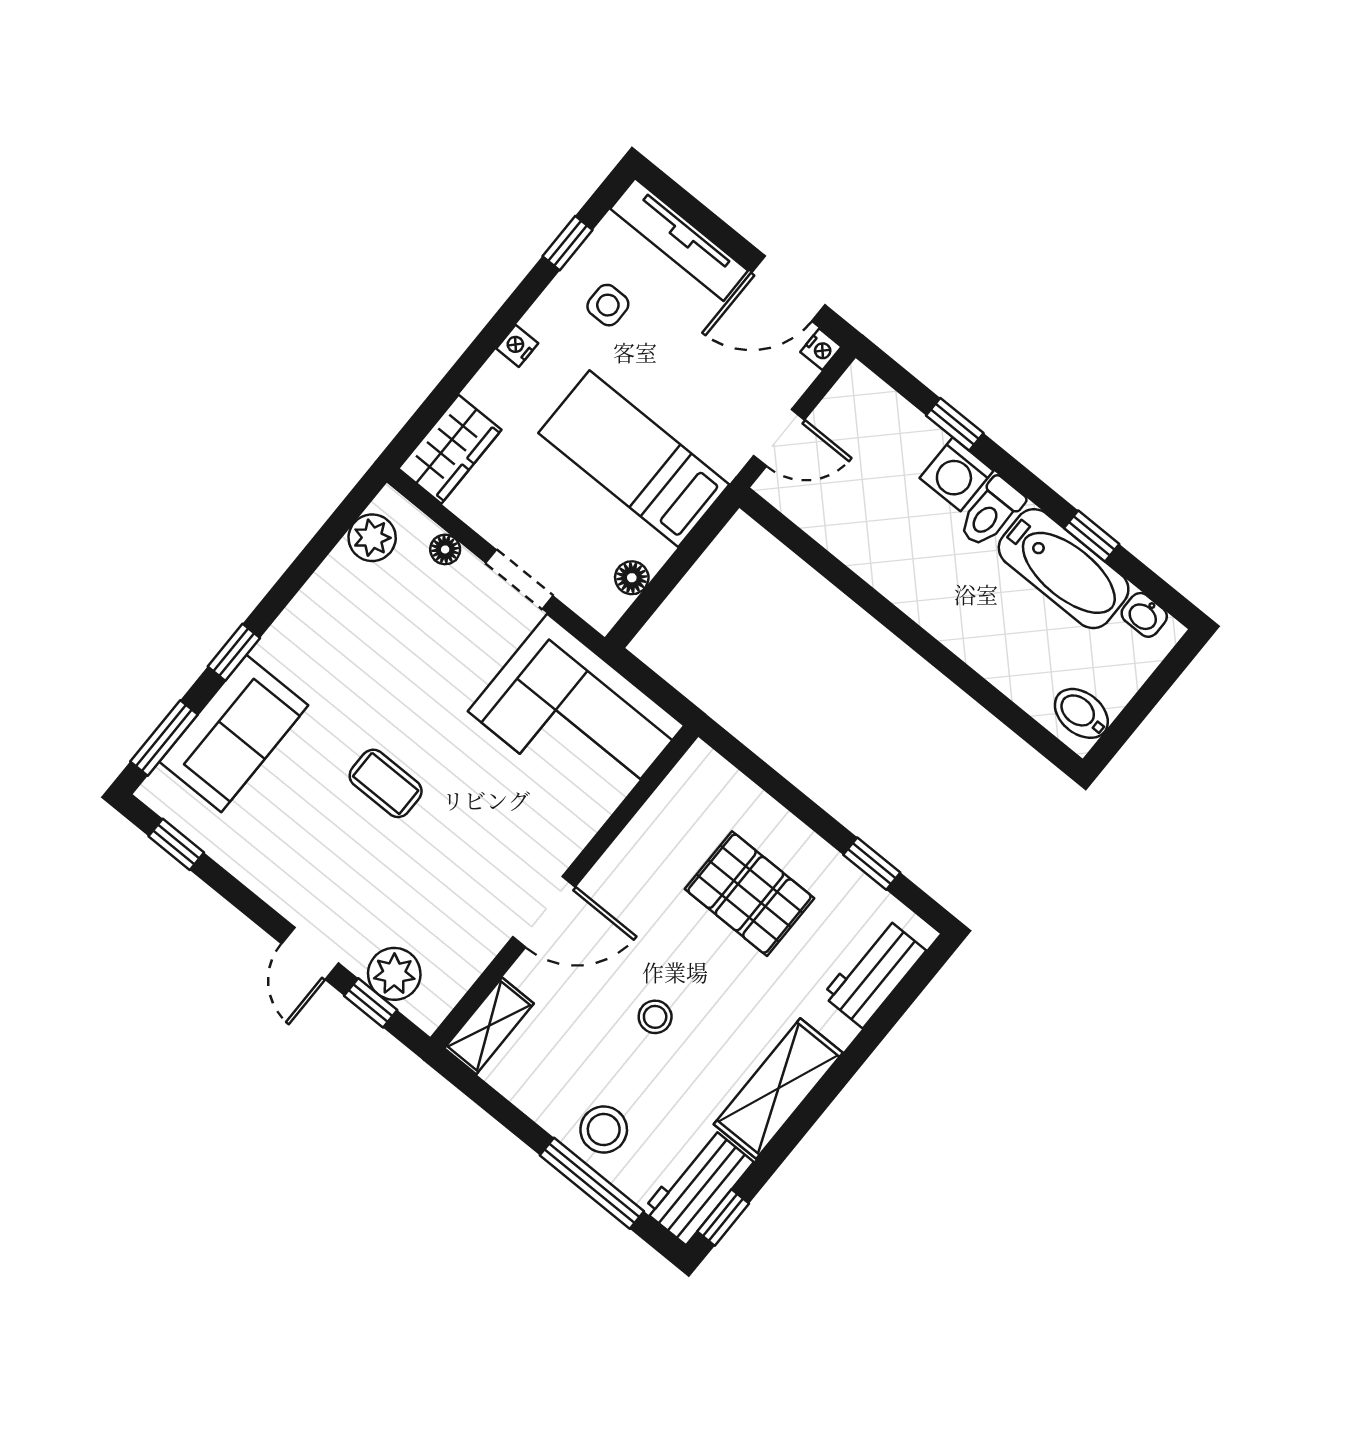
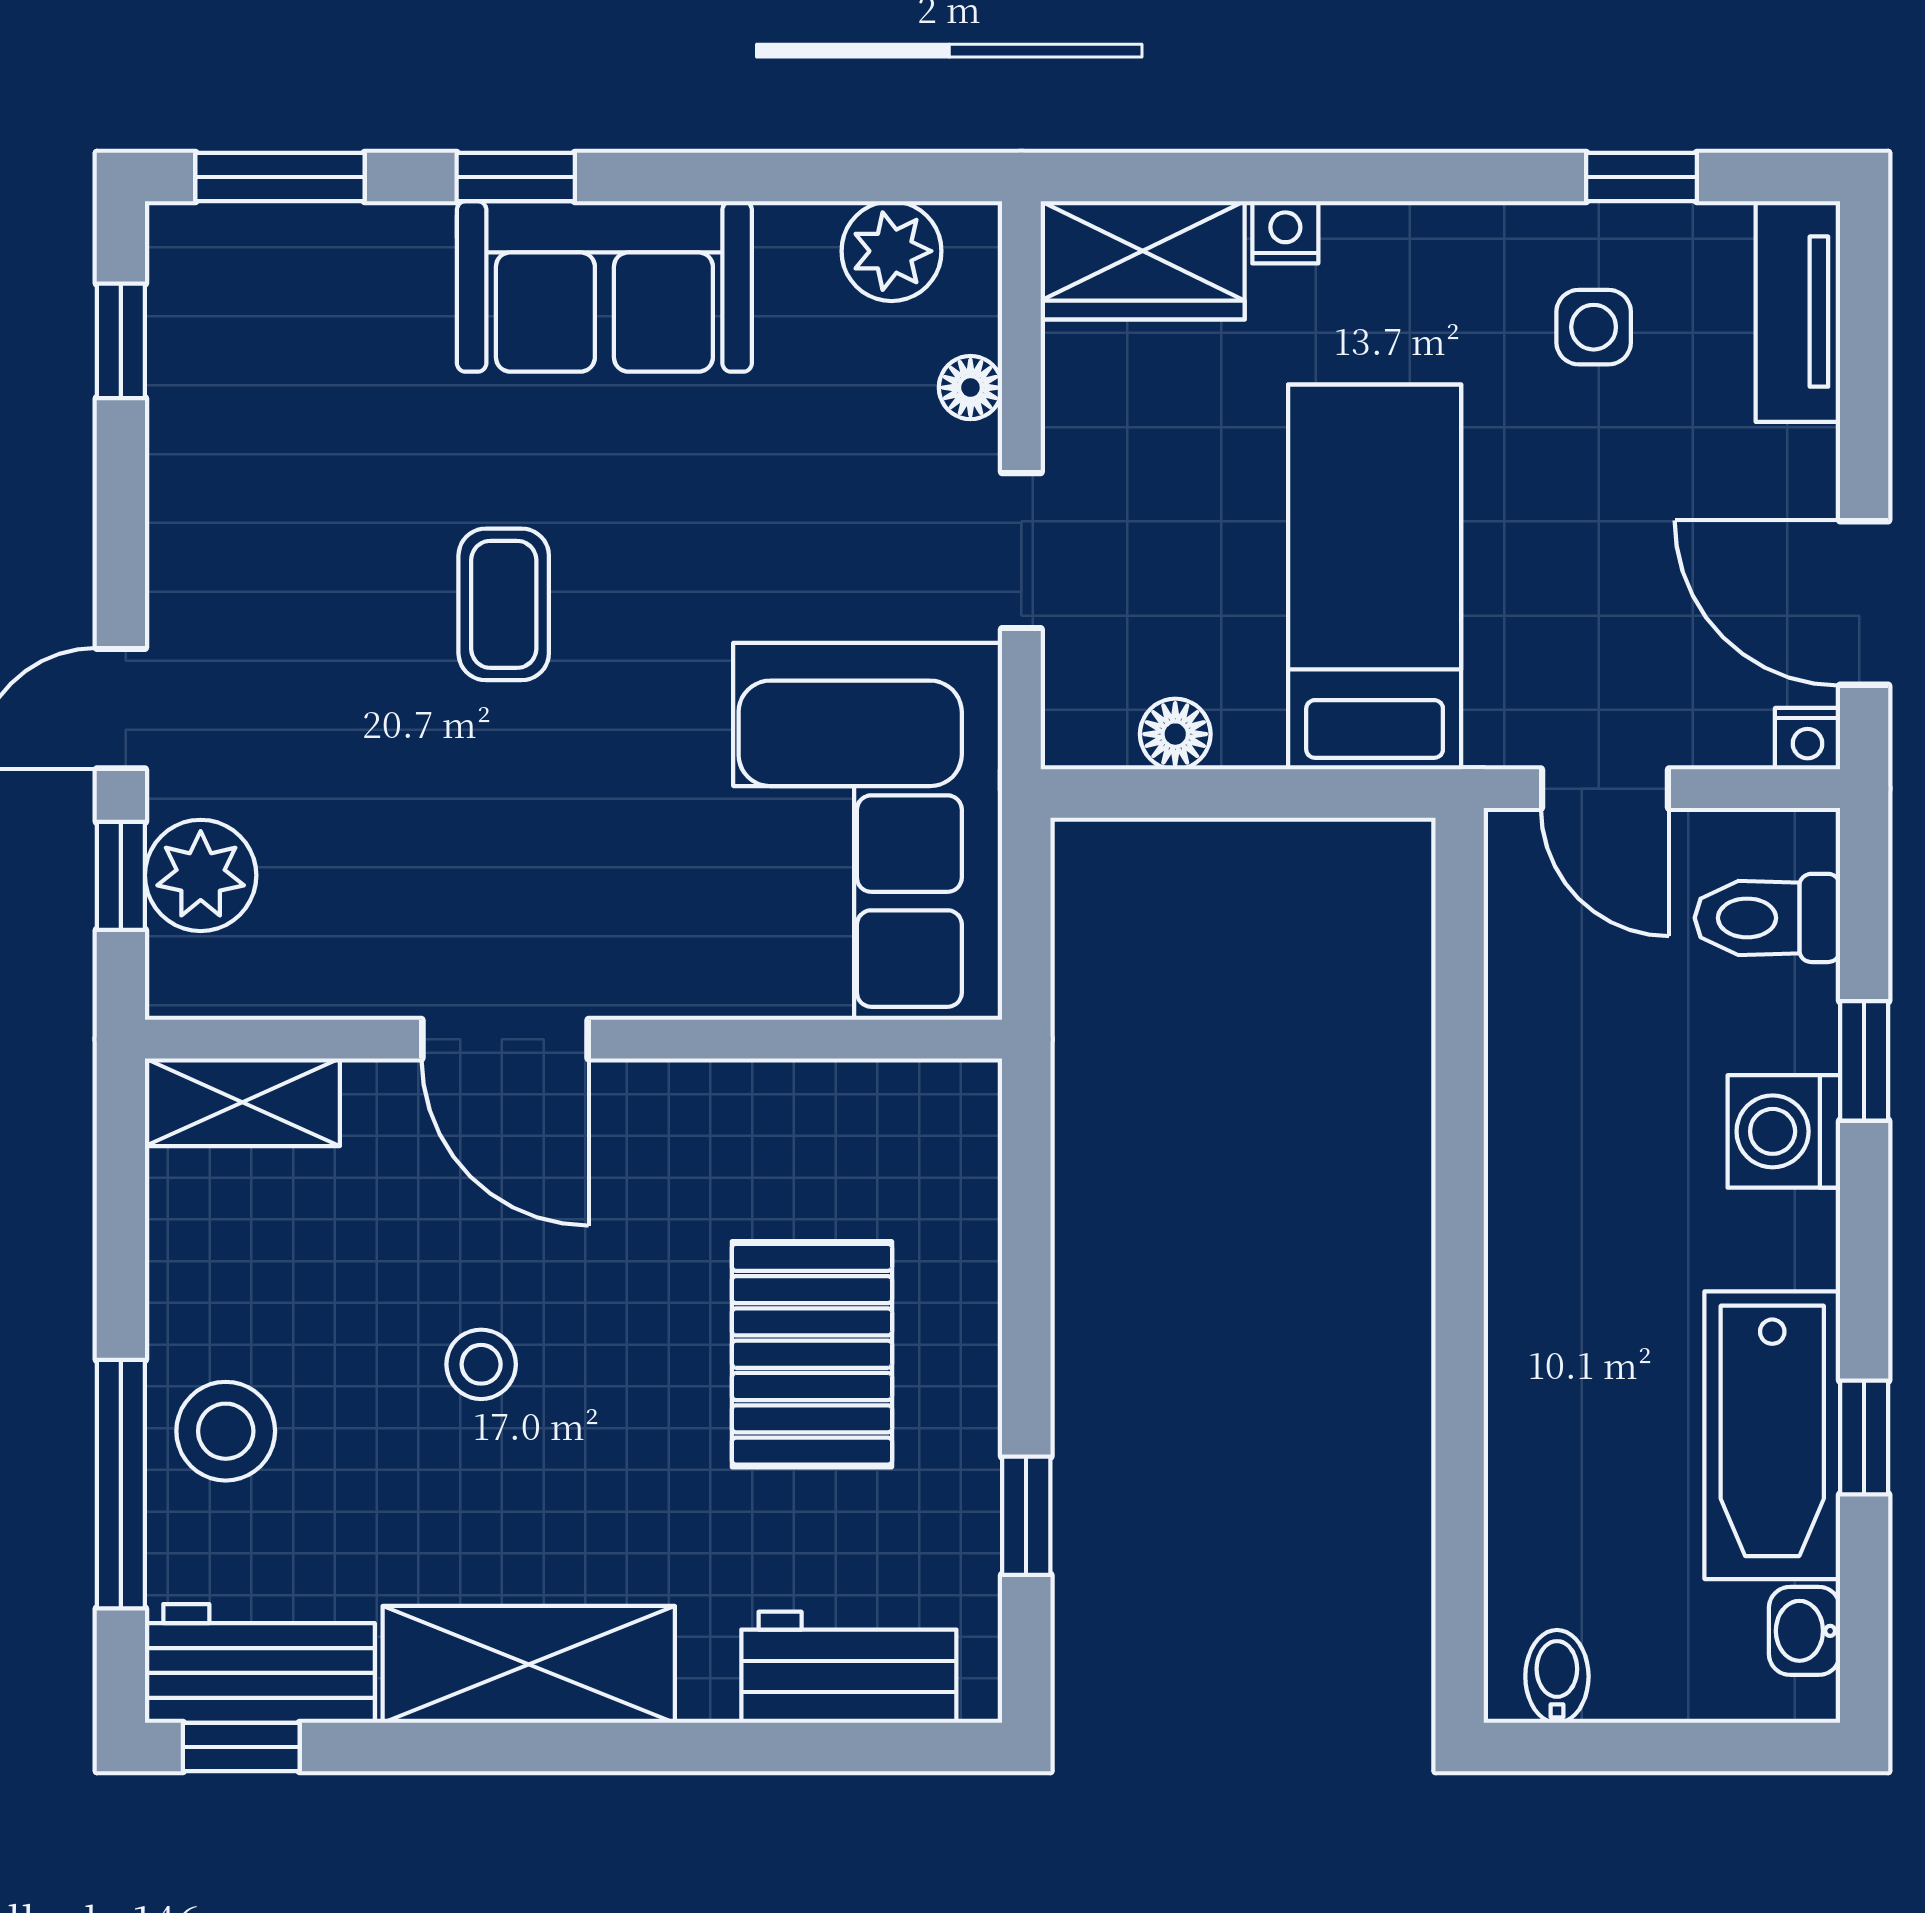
tv unit: (679, 240) -> (1798, 312), width x0.71
nightstand: (517, 346) -> (1285, 232), moved
toilet: (991, 512) -> (1767, 918), moved
bidet: (1081, 713) -> (1557, 1676), width x0.72, depth x0.74
sofa: (234, 734) -> (604, 286), moved

